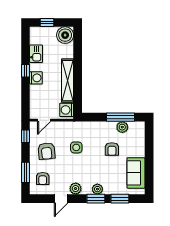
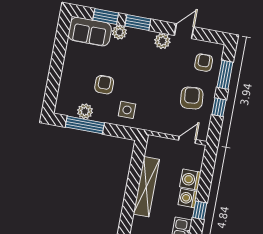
washing machine: (67, 110) -> (190, 180), moved, turned 180
window: (26, 136) -> (219, 107), moved
side table: (76, 147) -> (127, 110), moved
sofa: (136, 173) -> (90, 32), moved, turned 90
plant: (97, 189) -> (119, 32), moved

